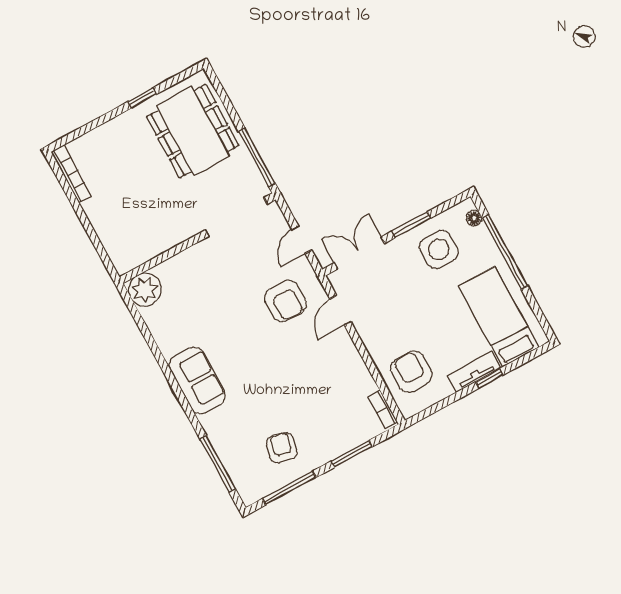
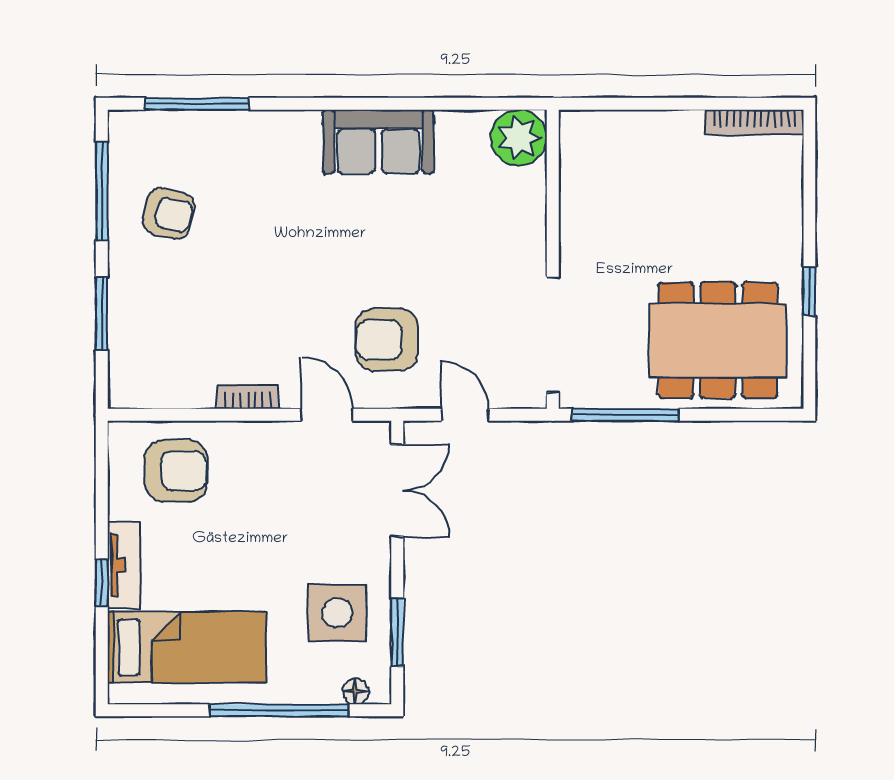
window: (411, 225) -> (397, 632), moved
sofa: (197, 380) -> (378, 142), moved
bookcase: (383, 409) -> (248, 397), moved

